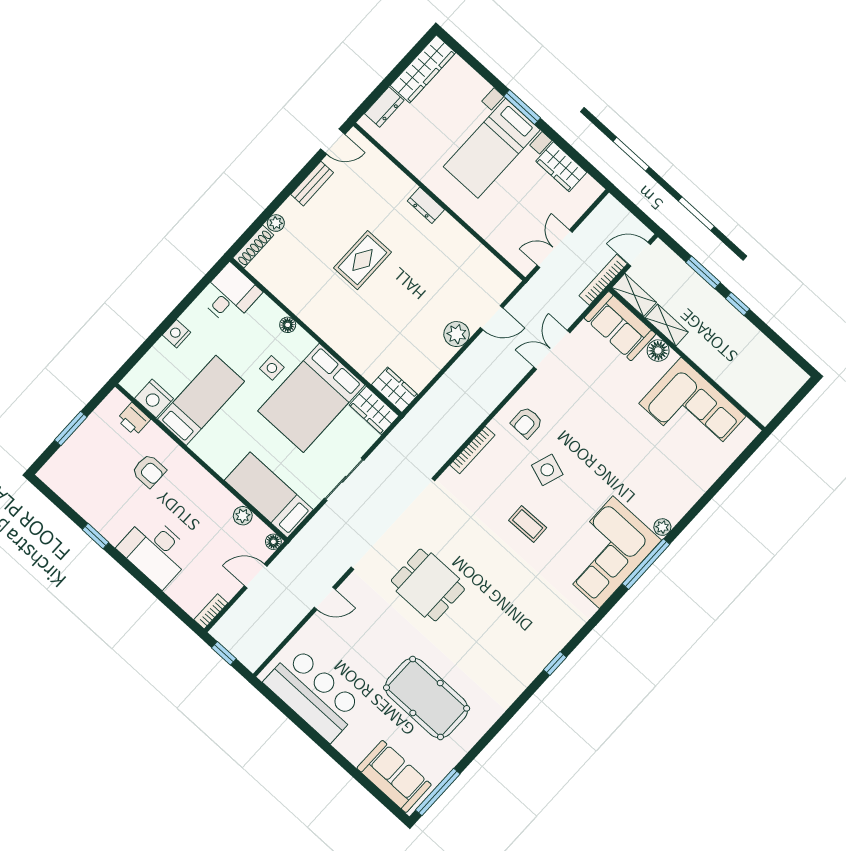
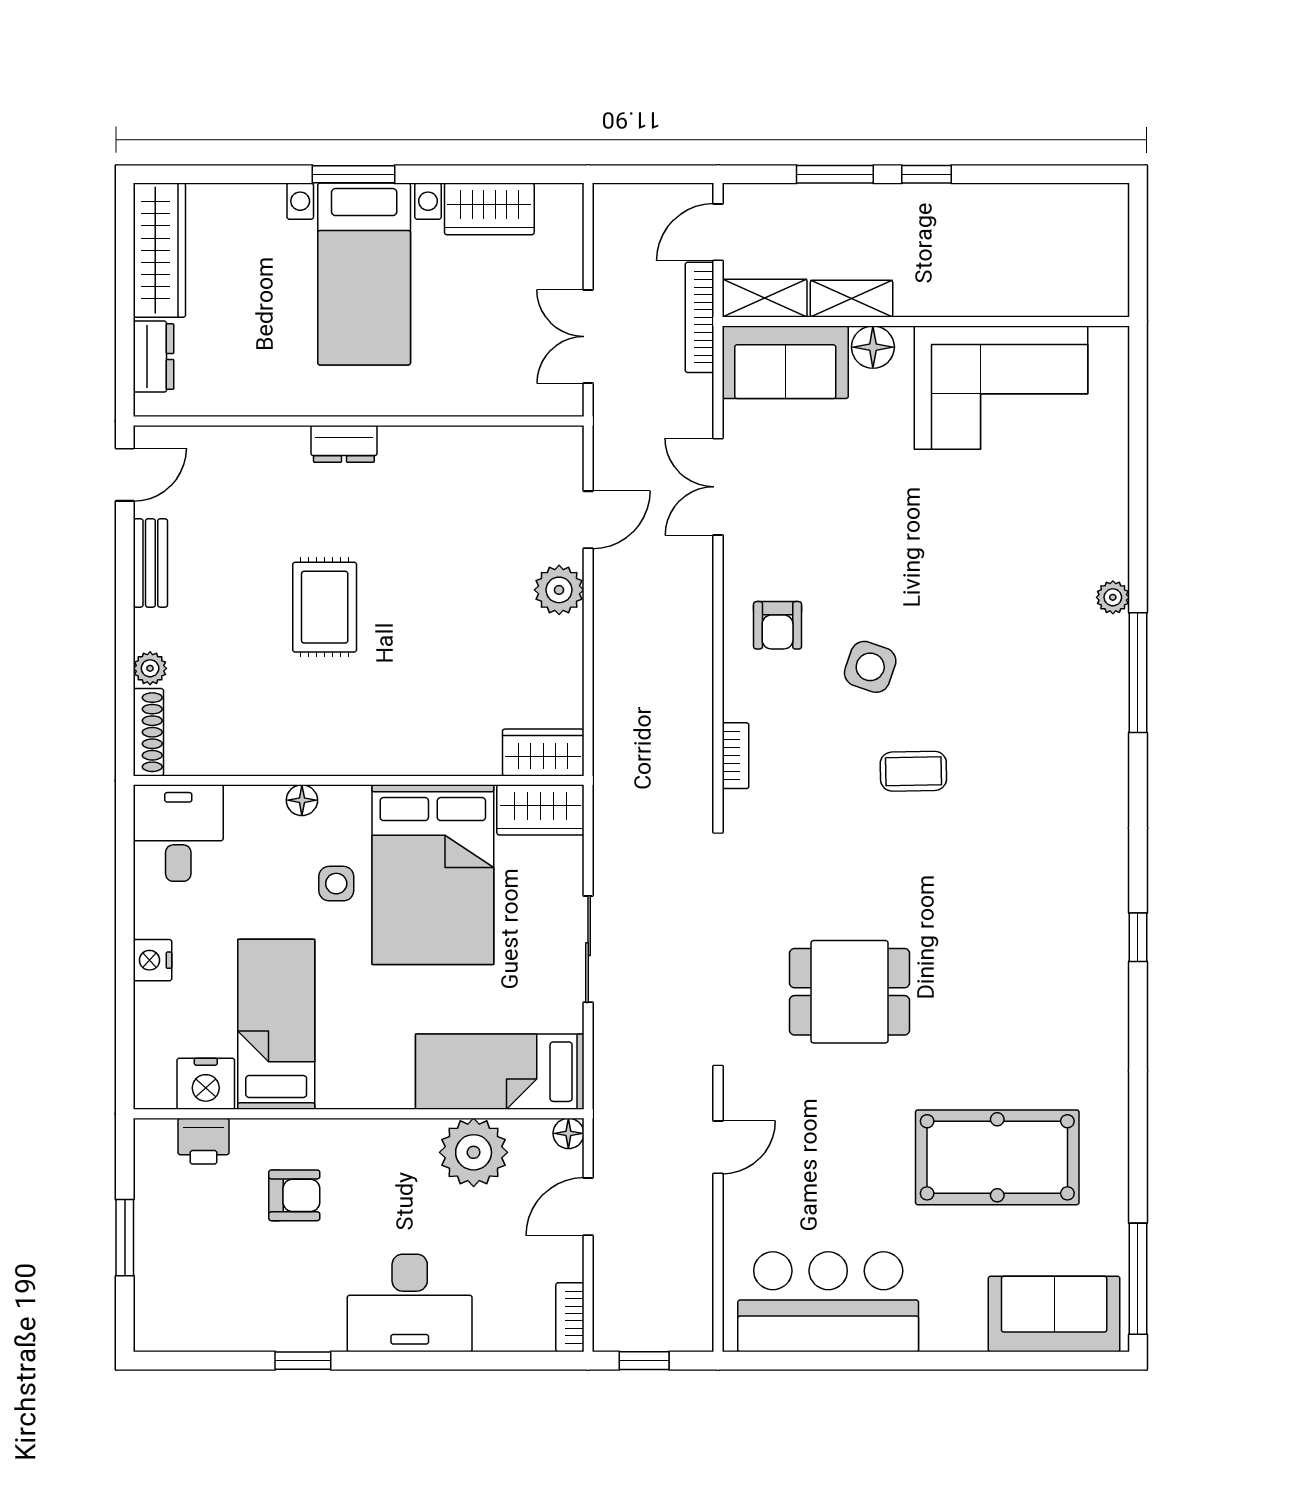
bookcase: (472, 450) -> (736, 756), width x0.64
plant: (243, 516) -> (474, 1152), width x1.88, depth x1.88
corner sofa: (606, 552) -> (1065, 708), removed

